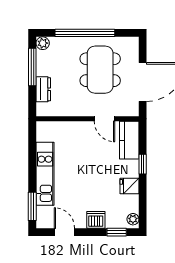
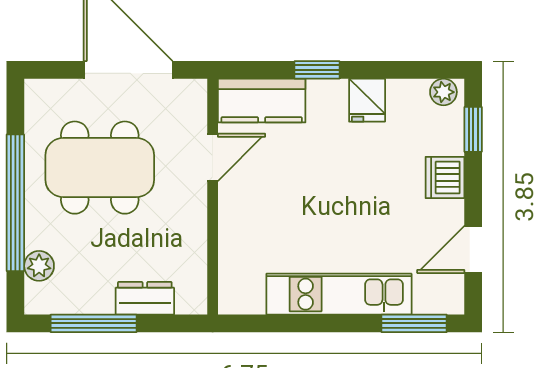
plant: (43, 43) -> (39, 266), moved

